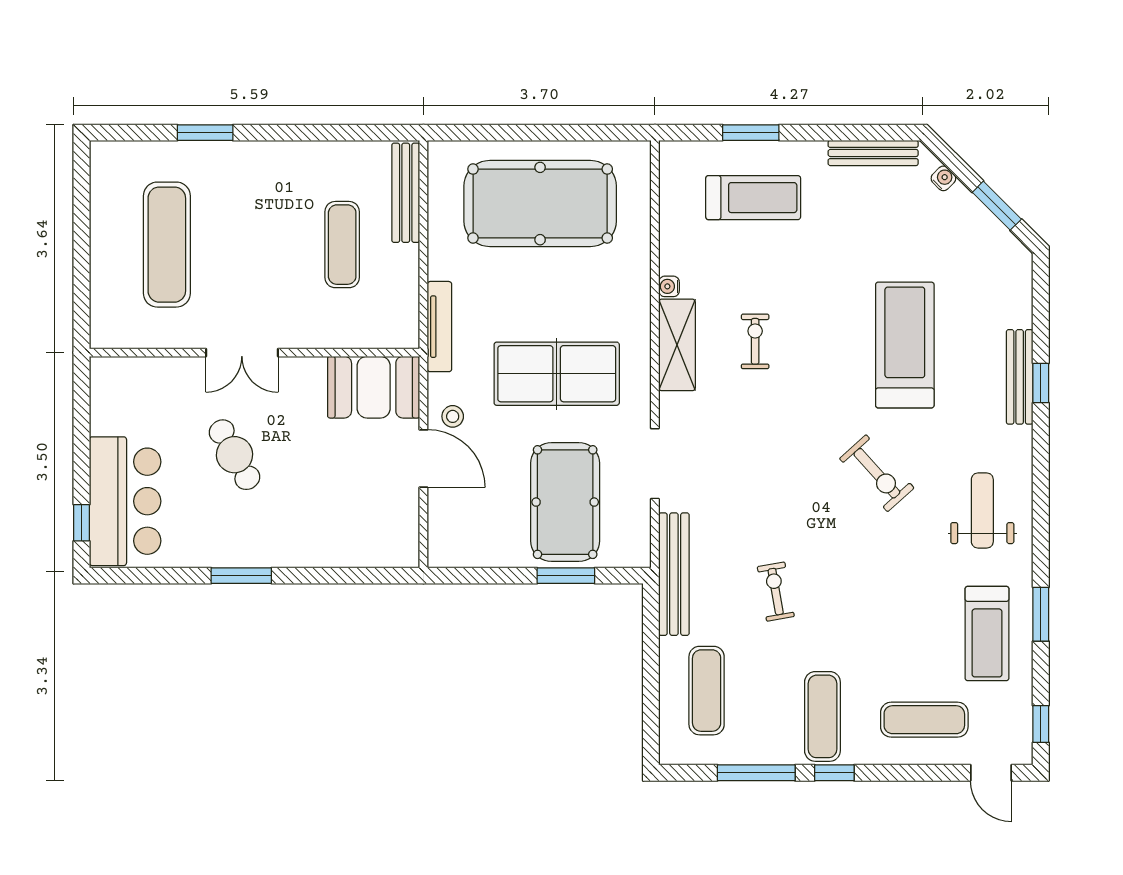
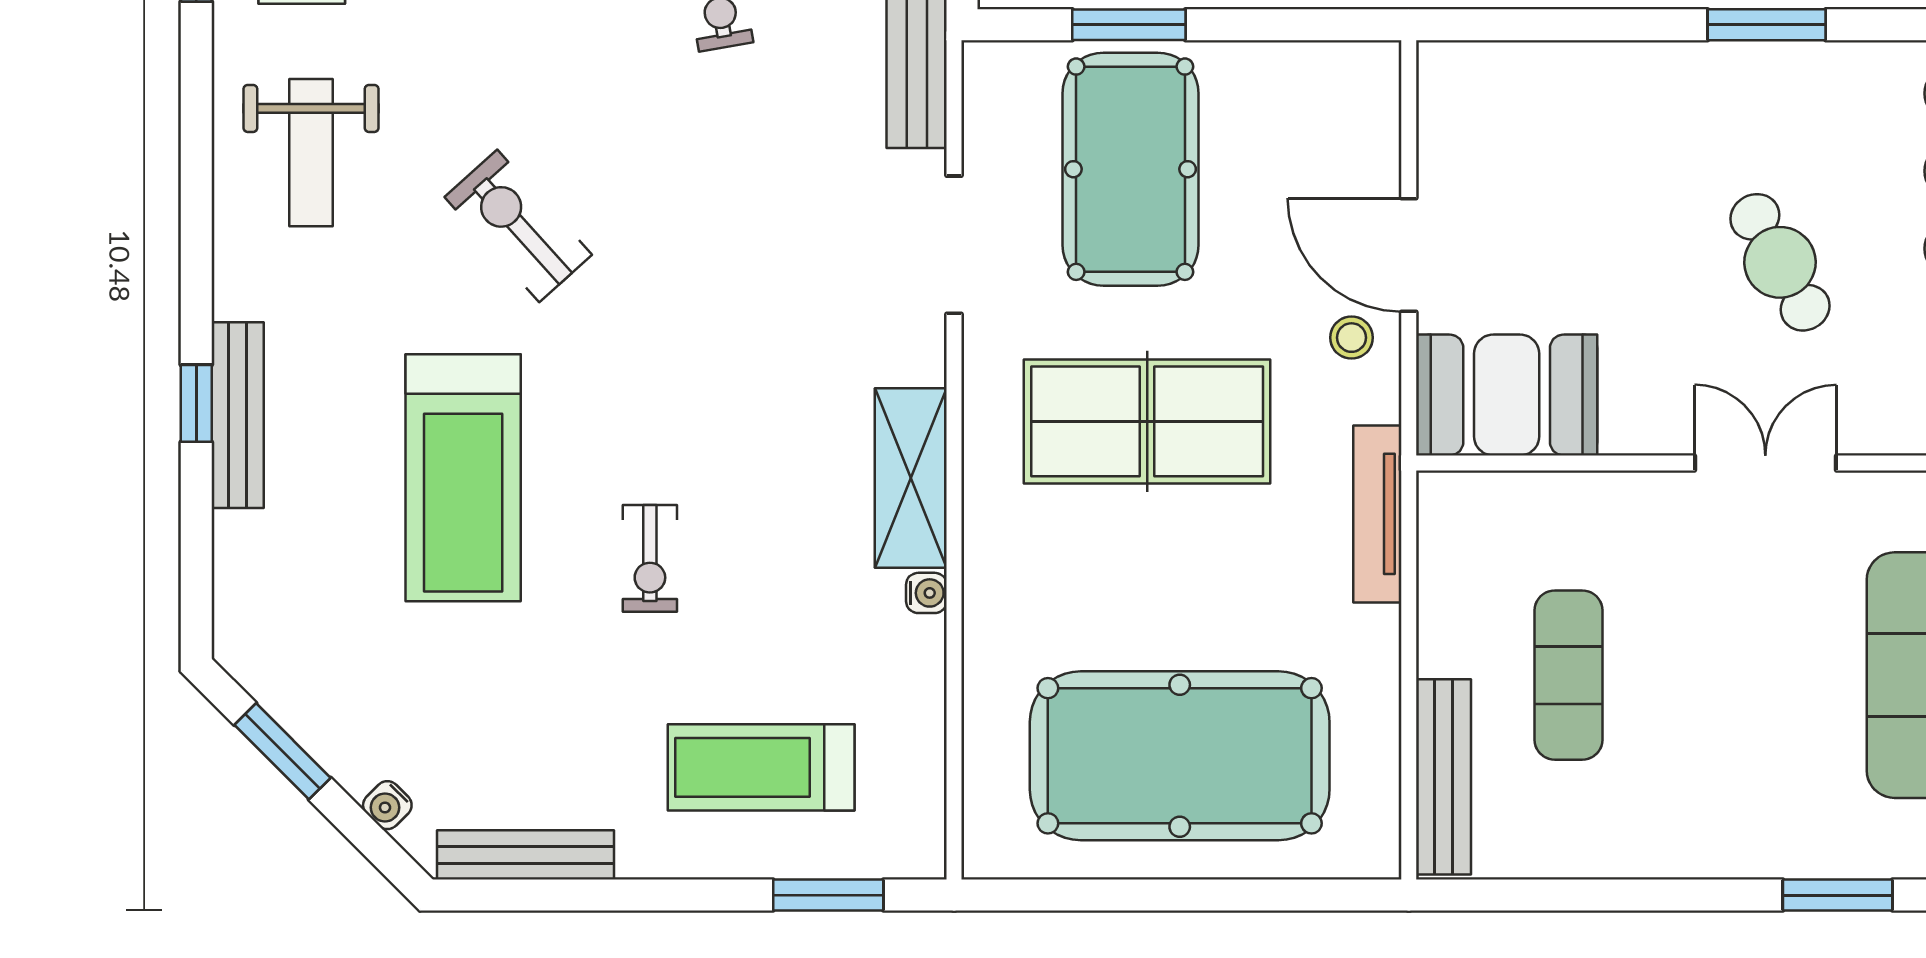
window: (751, 133) -> (828, 895), moved
exercise bike: (755, 341) -> (650, 558), moved

